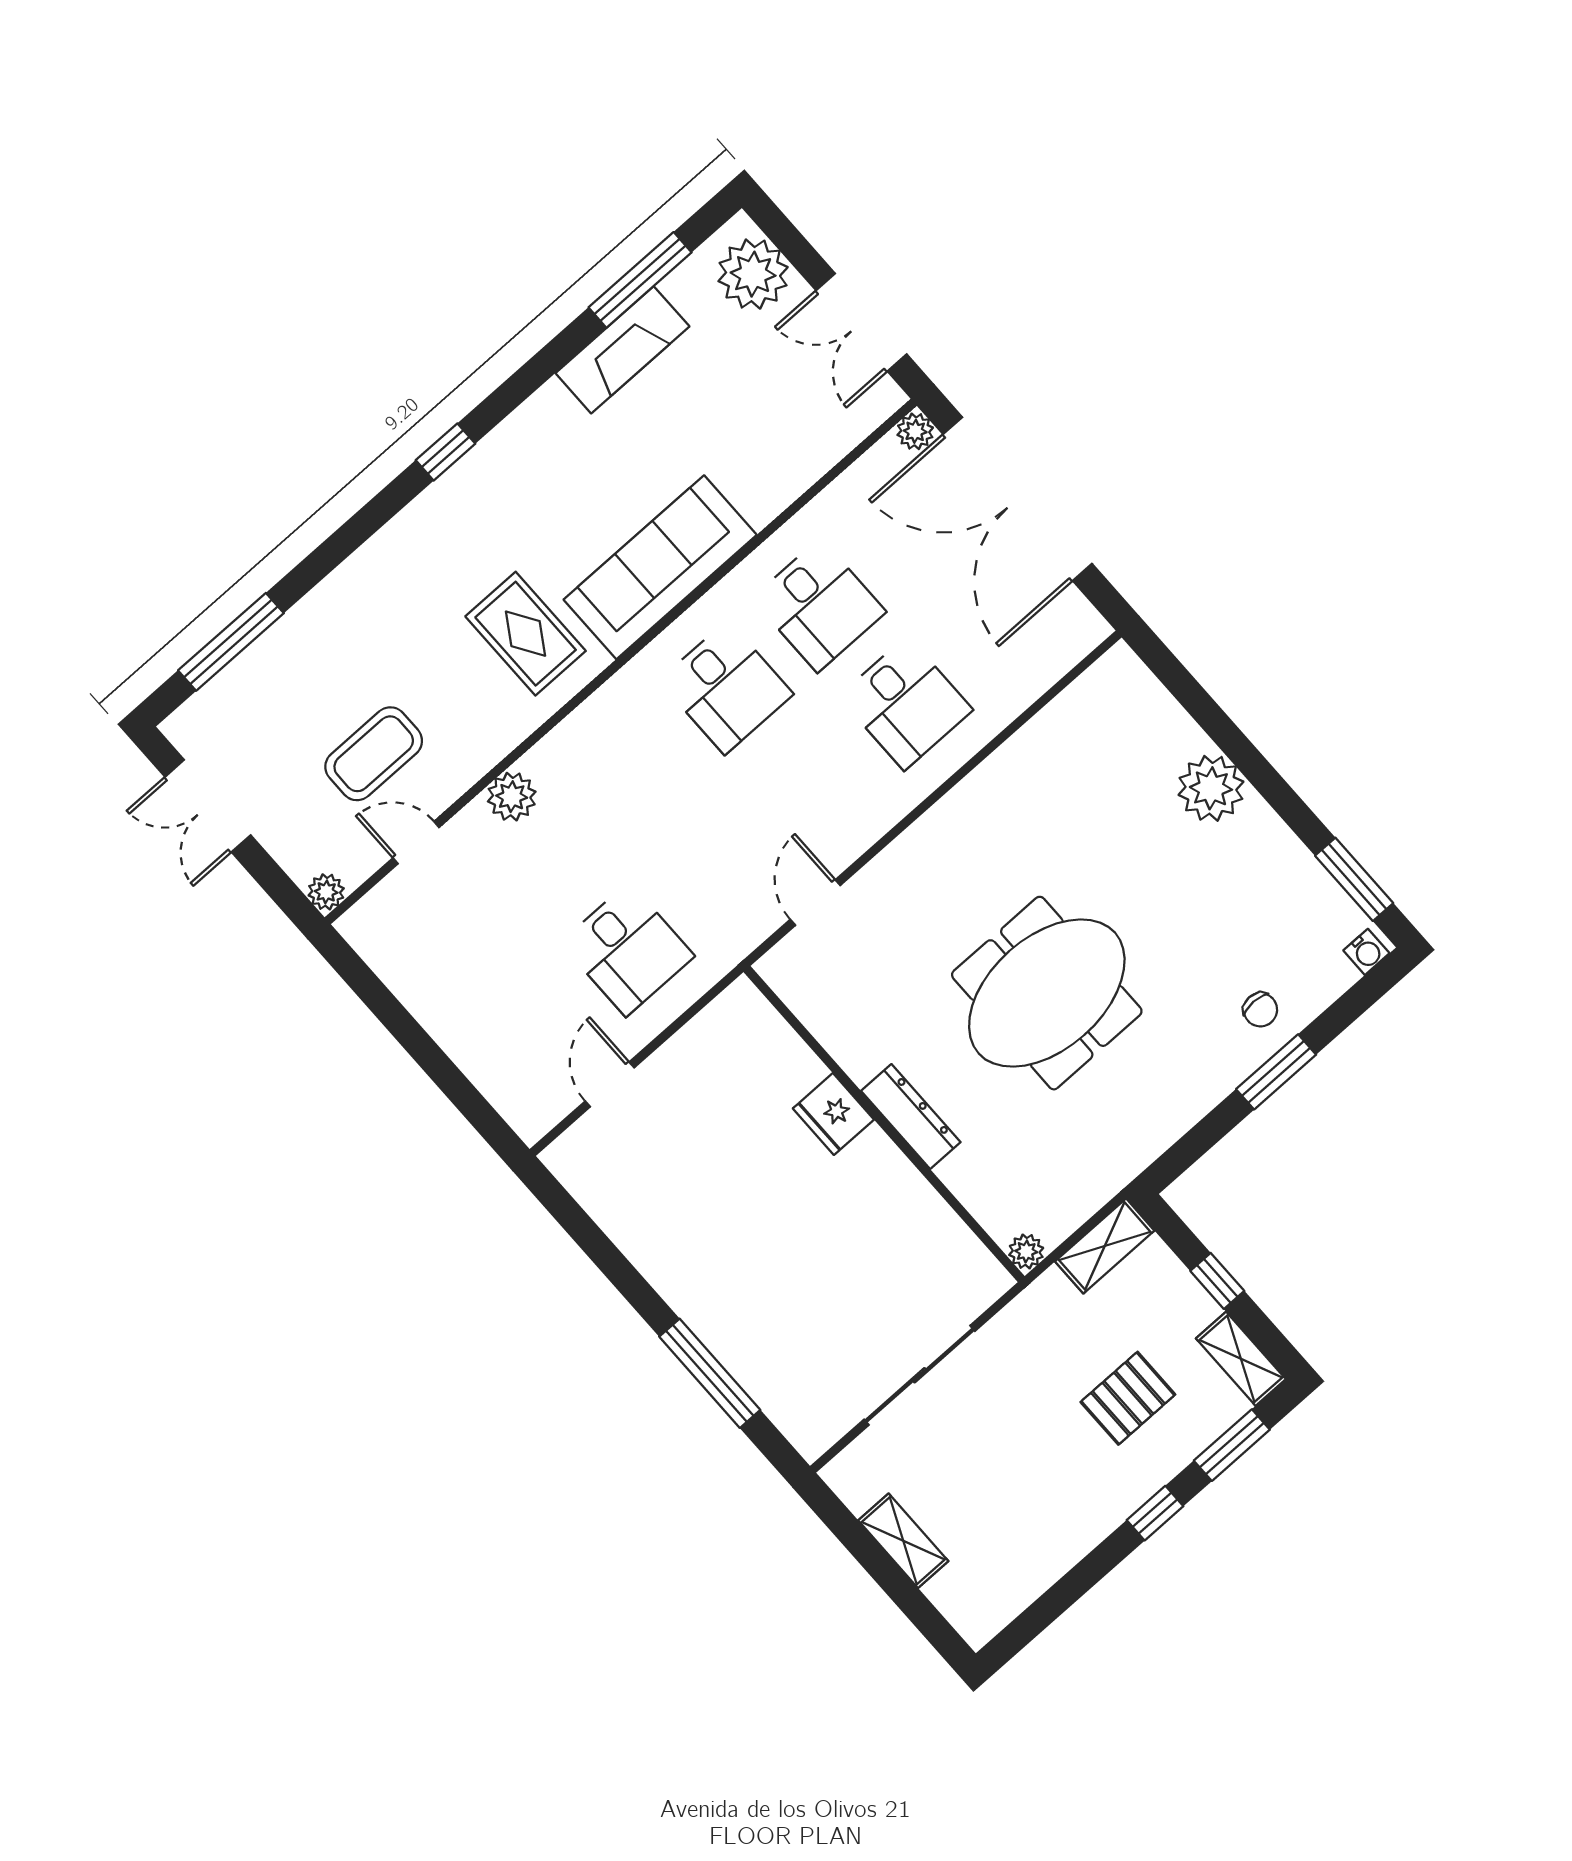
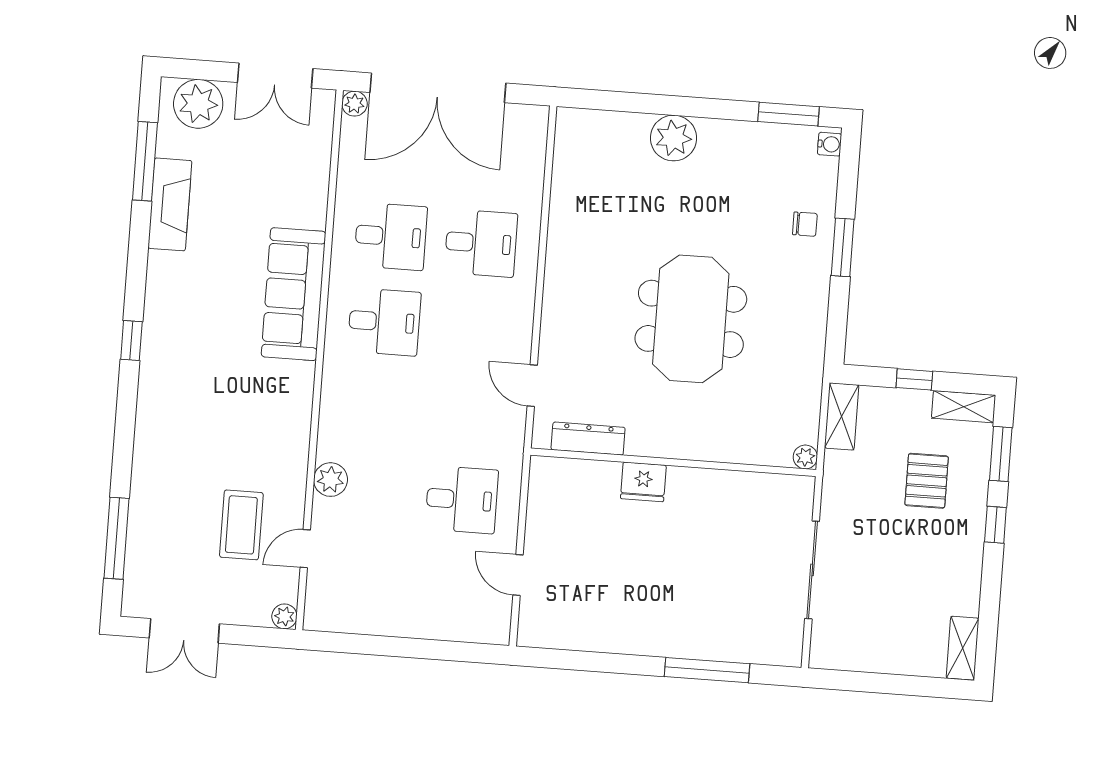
rug: (526, 634) -> (259, 392), removed
dresser: (911, 1116) -> (588, 439), moved
shelving: (903, 1541) -> (963, 648), moved, turned 90

